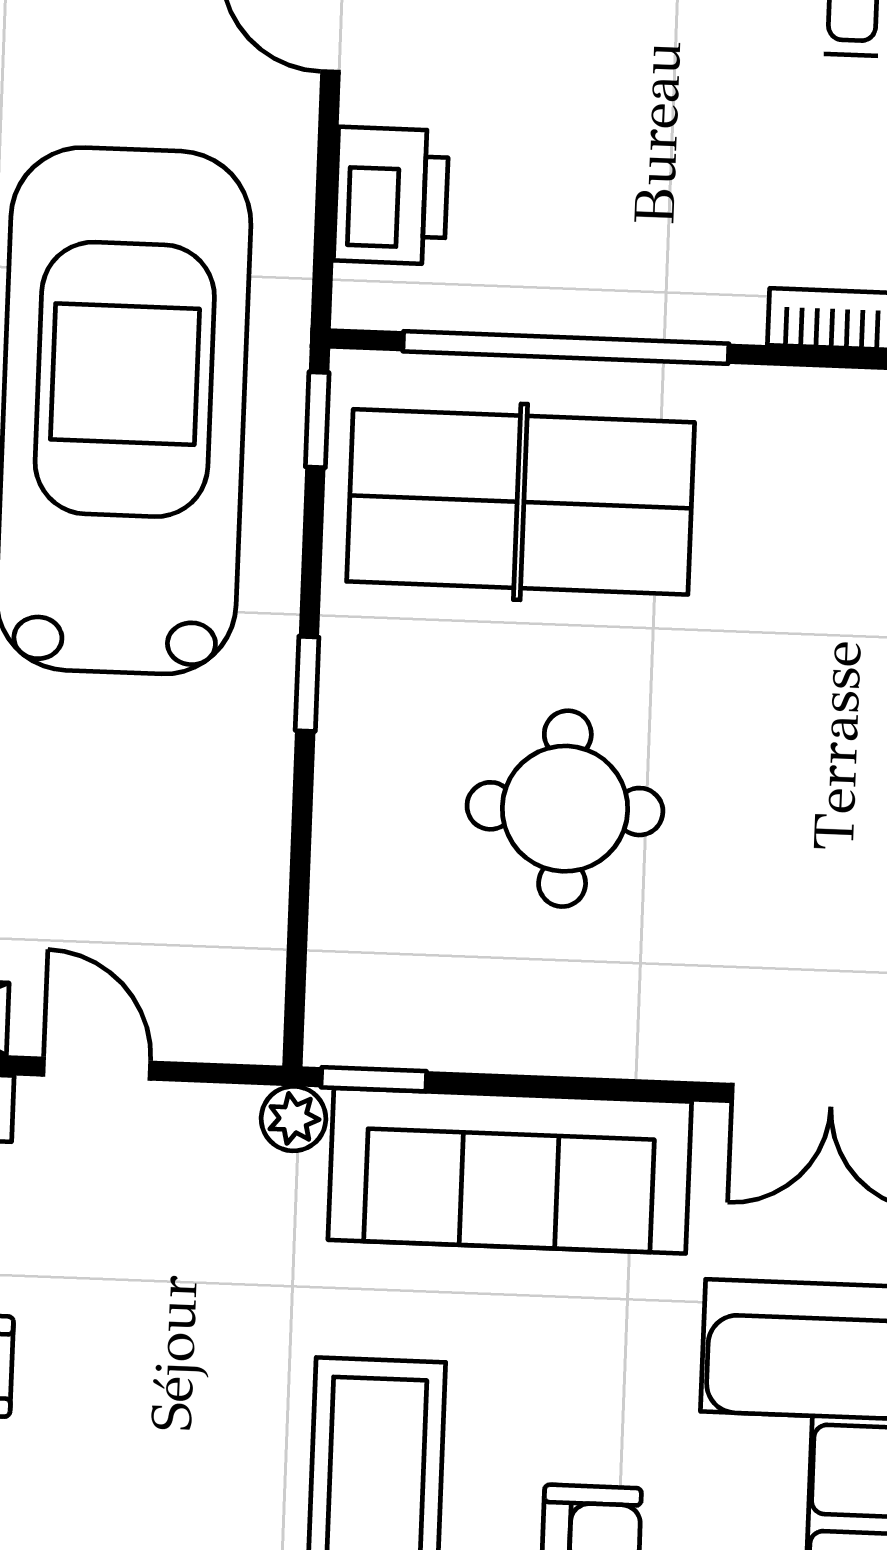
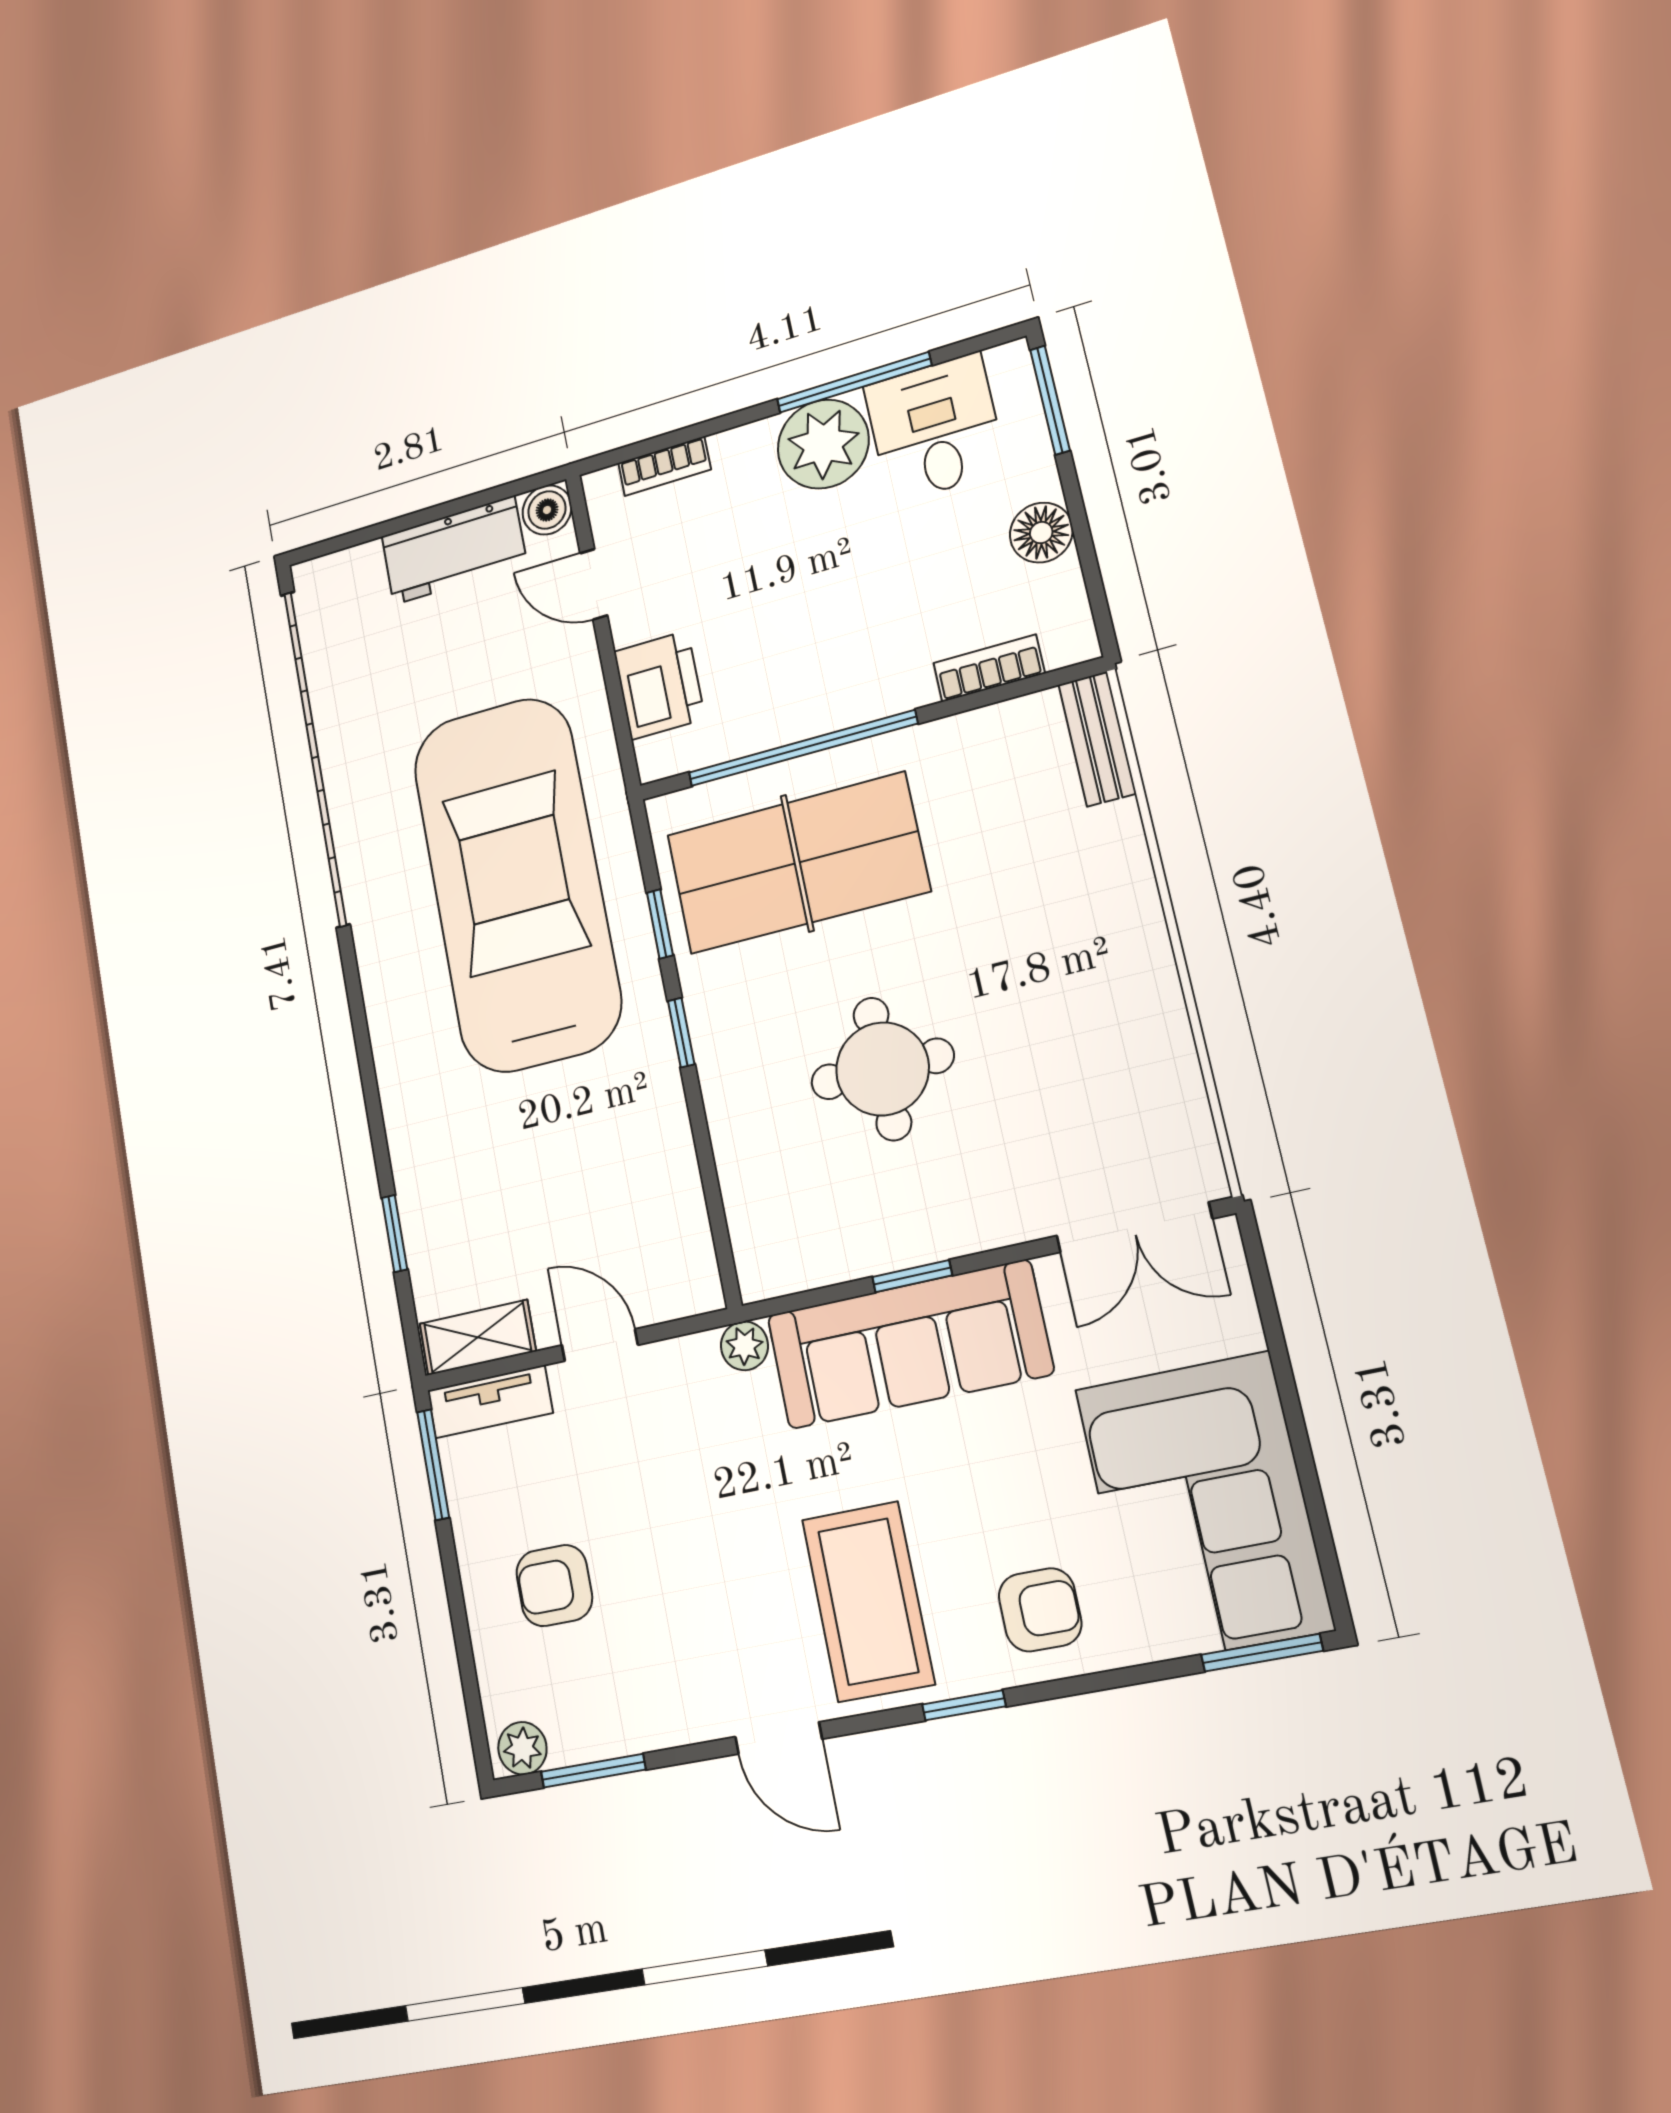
window: (317, 420) -> (660, 924), moved
window: (374, 1079) -> (912, 1276), moved

